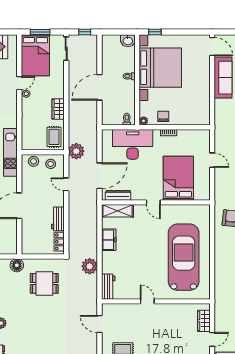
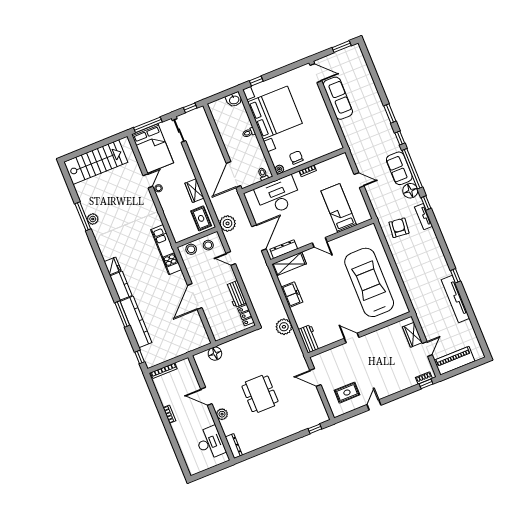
window: (40, 32) -> (148, 125), width x1.44
door: (100, 87) -> (233, 175), moved
bed: (178, 178) -> (339, 208), width x0.67
dining table: (44, 283) -> (260, 394), moved, width x1.38

